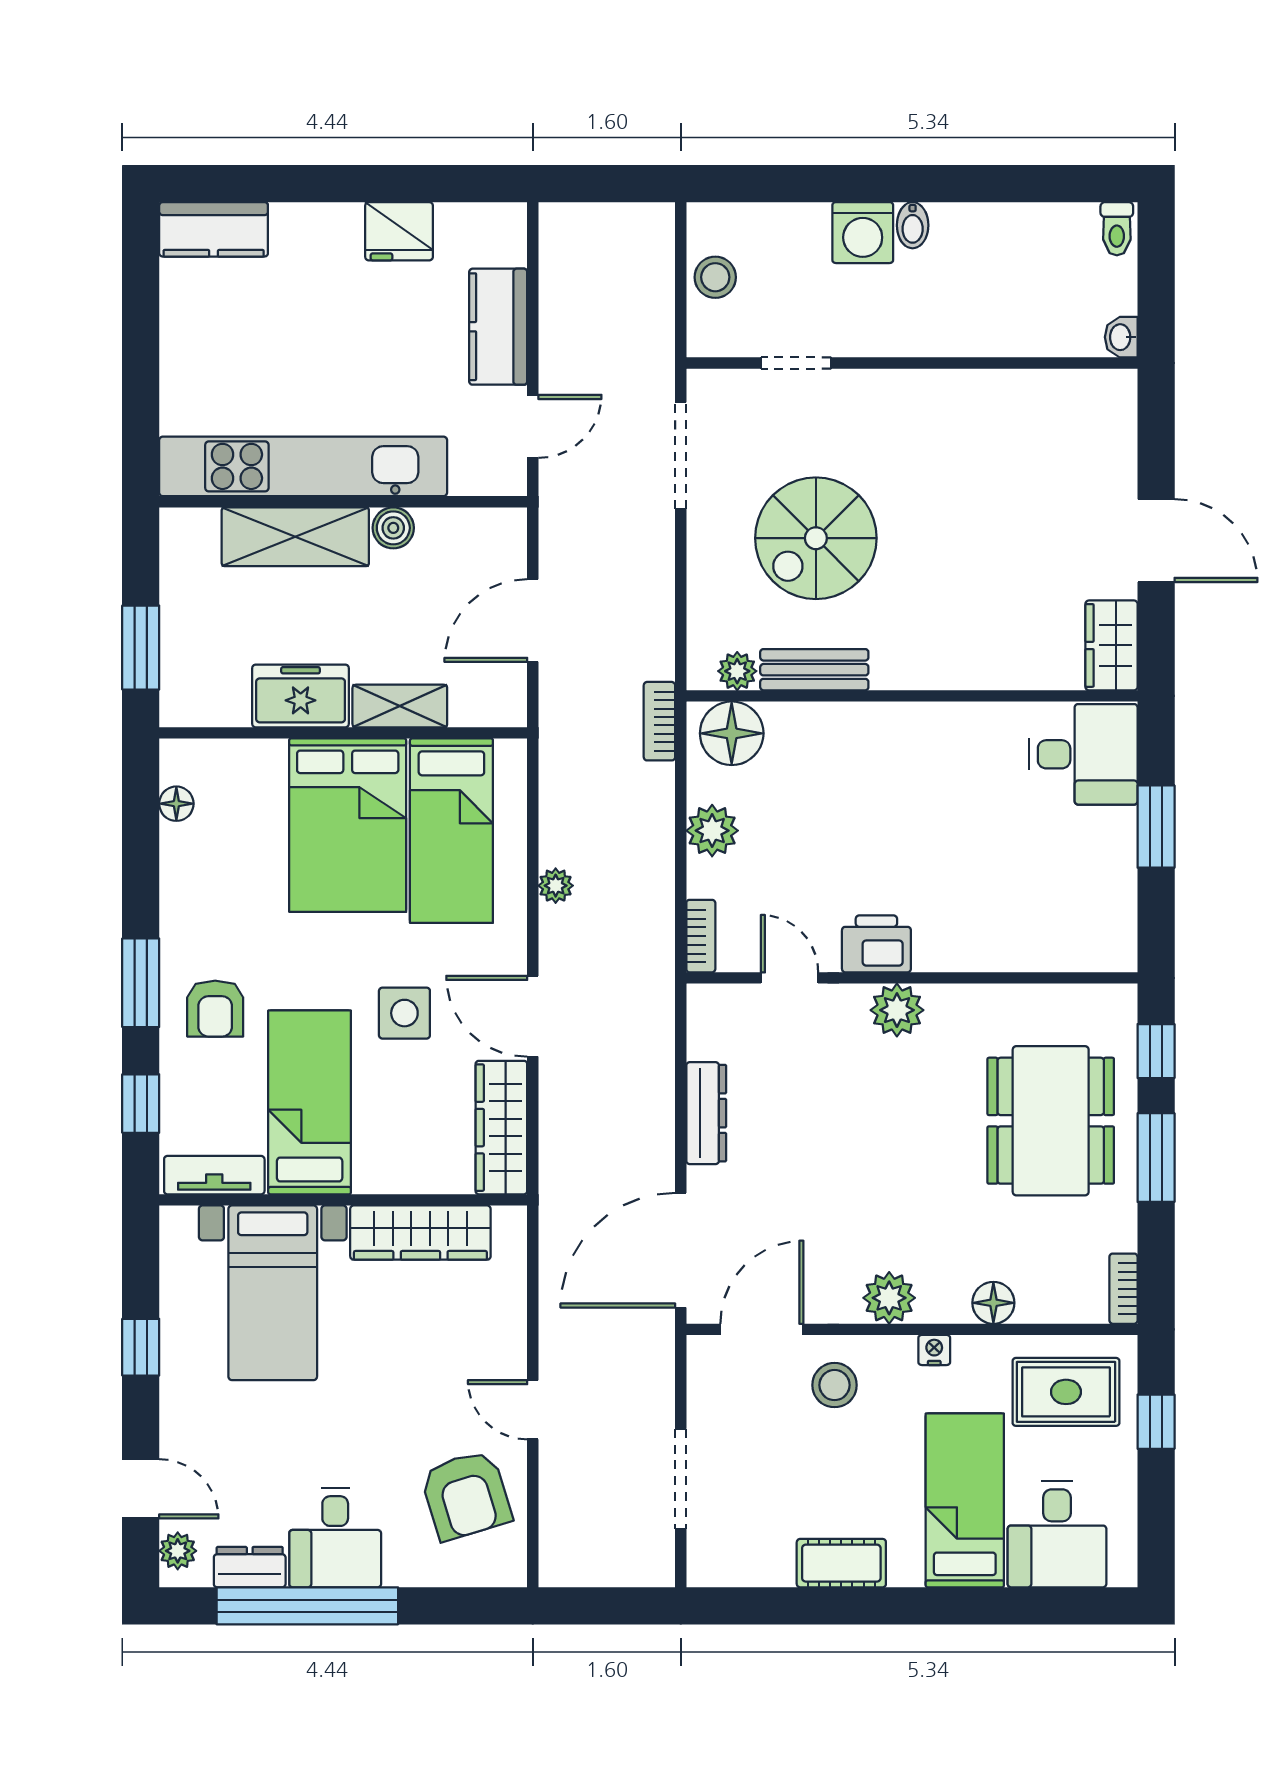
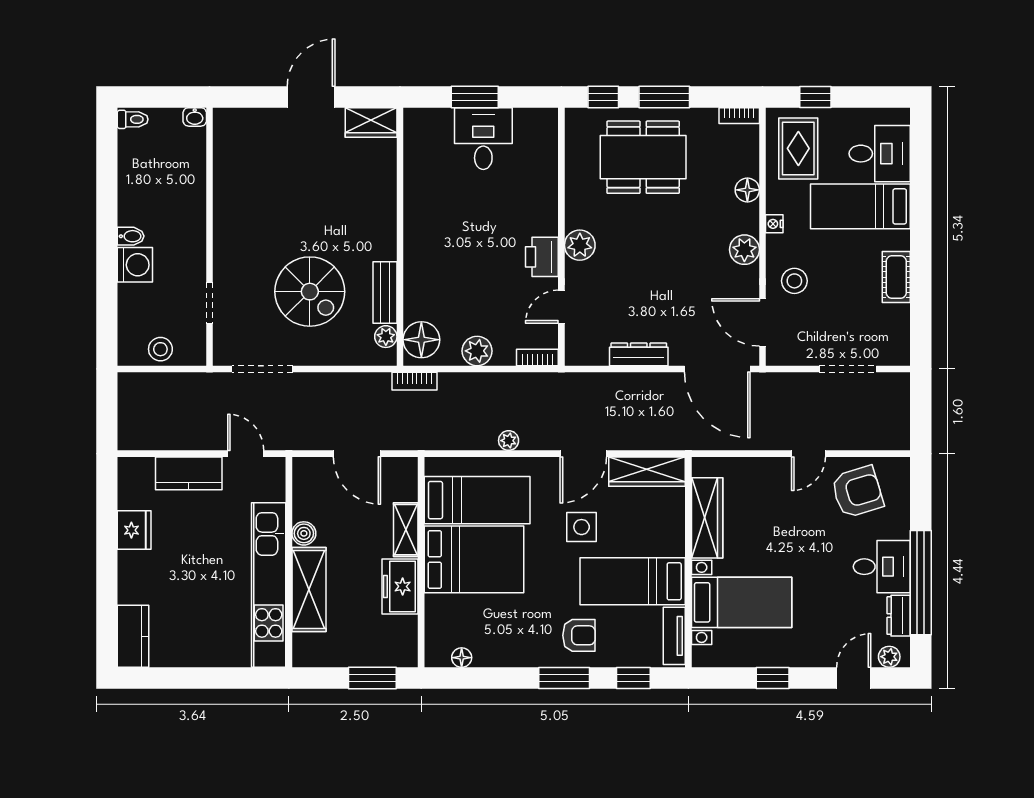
desk: (1083, 754) -> (483, 139), moved

